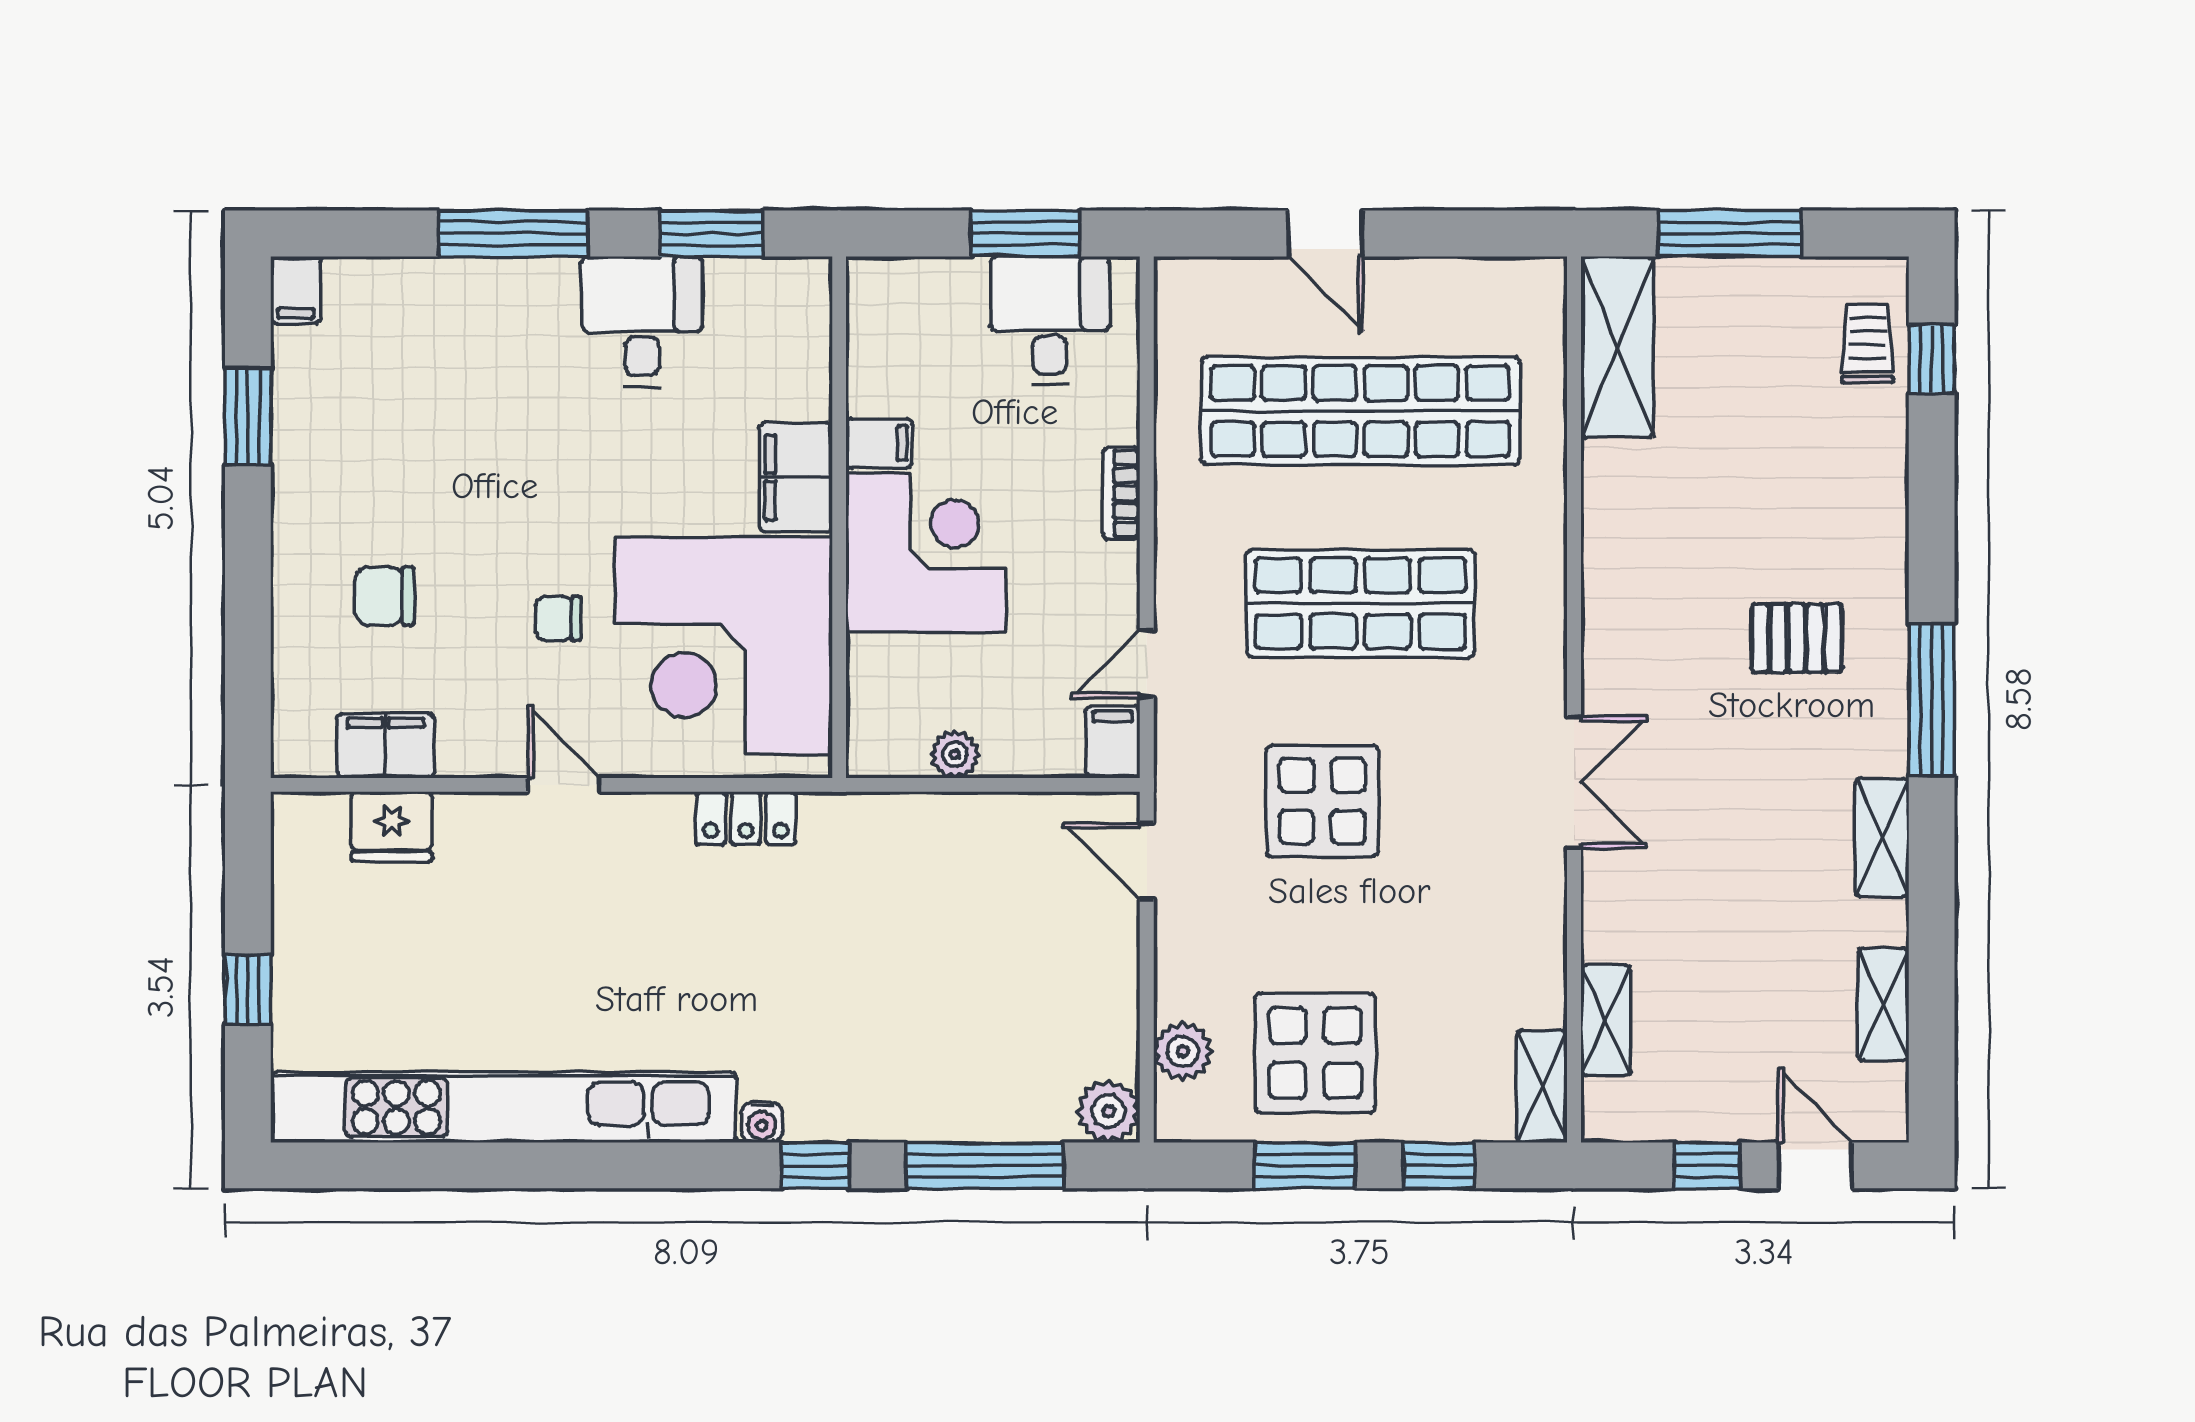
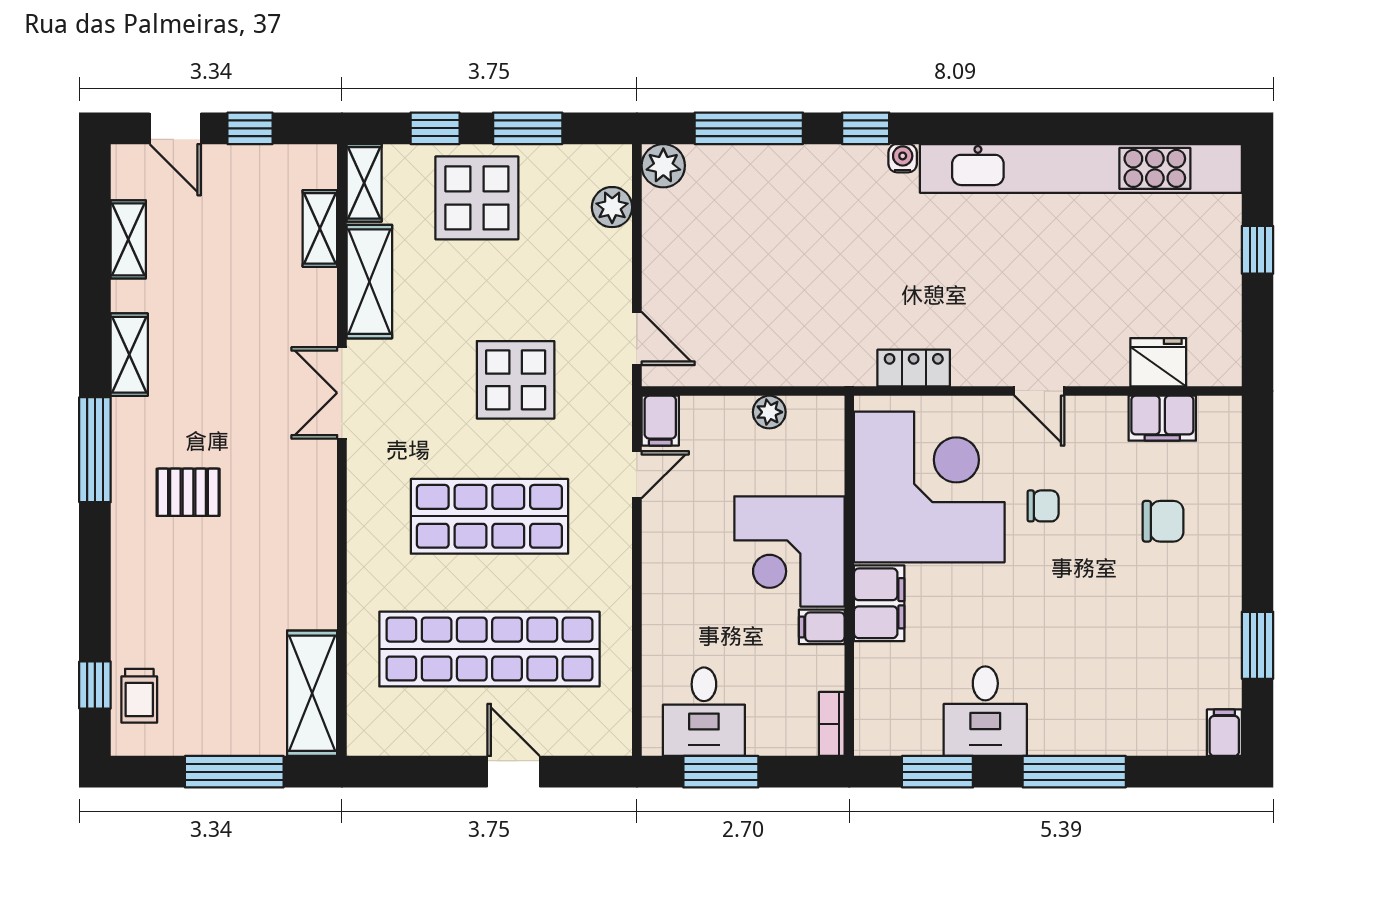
bookcase: (1121, 493) -> (832, 724), moved, turned 180
shelving: (1534, 943) -> (369, 282), added
display table: (1315, 1053) -> (477, 198), moved

